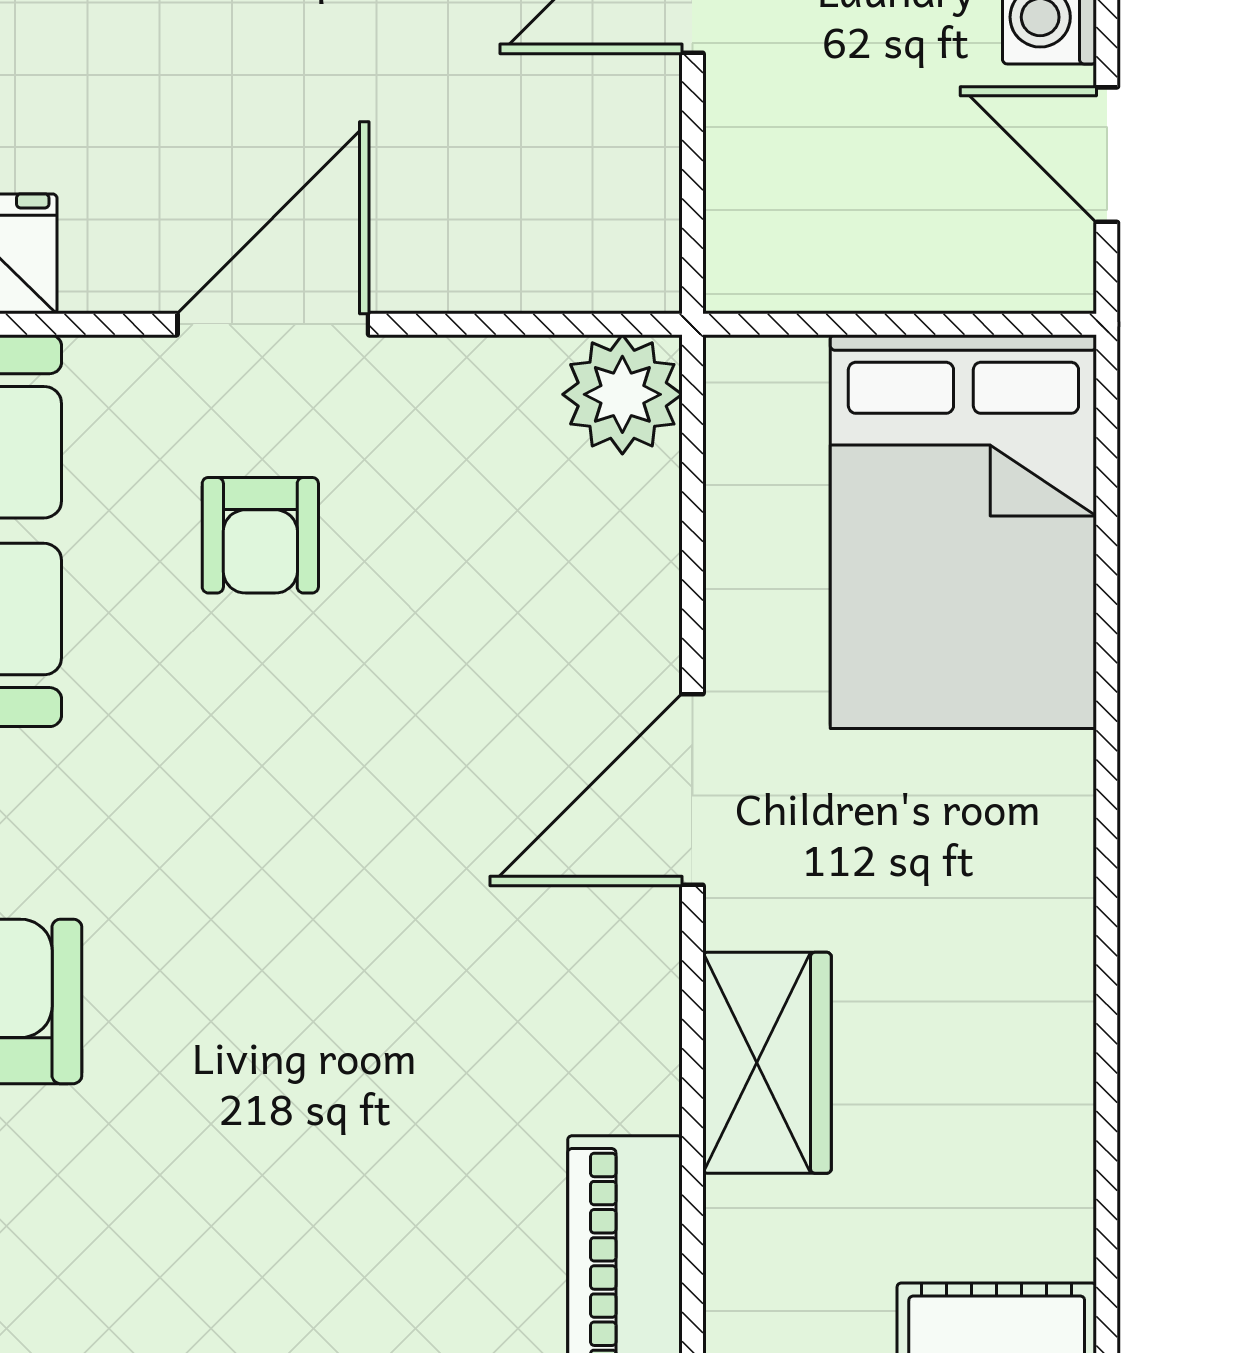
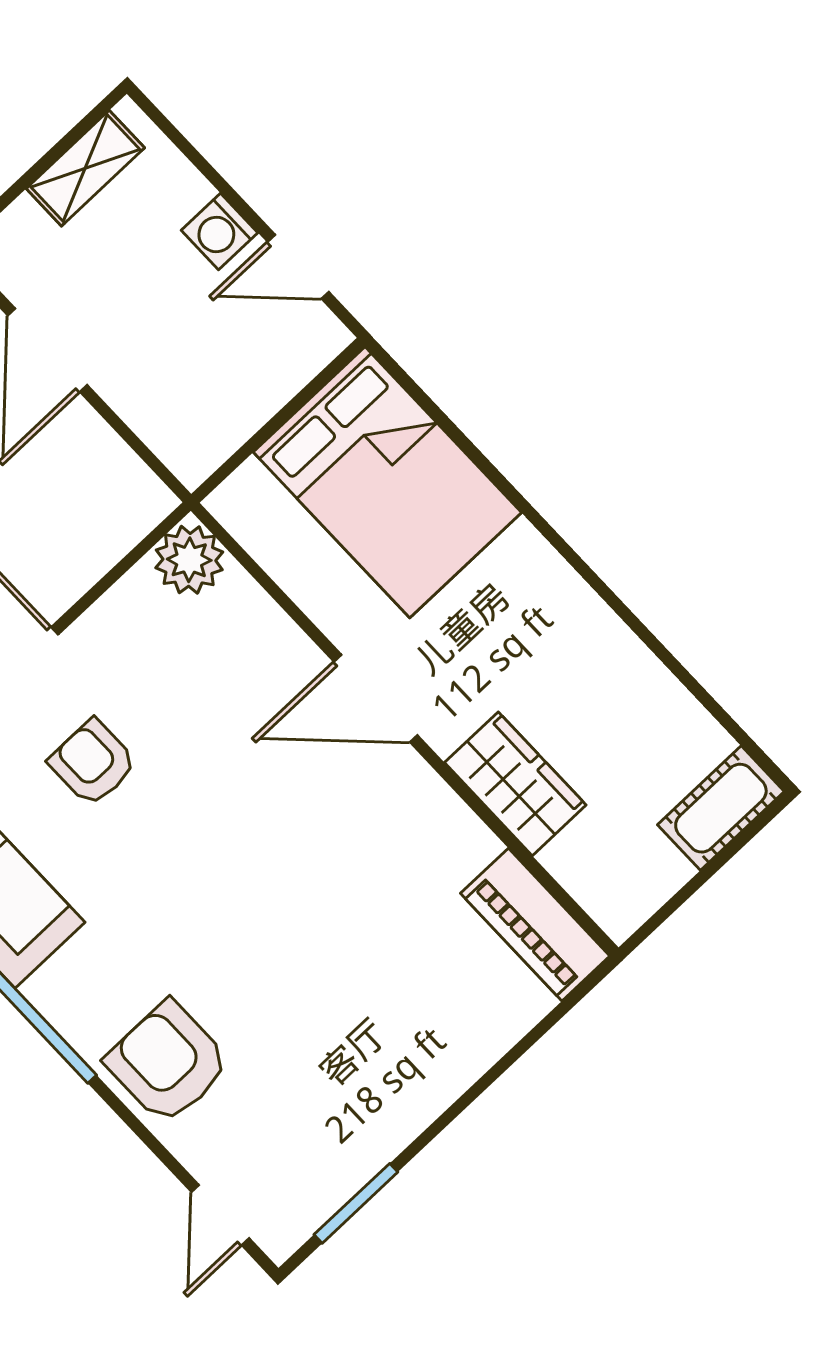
armchair: (260, 535) -> (93, 763), turned 180
door: (692, 790) -> (376, 698), hinge flipped

